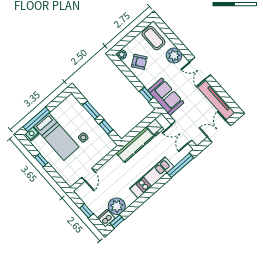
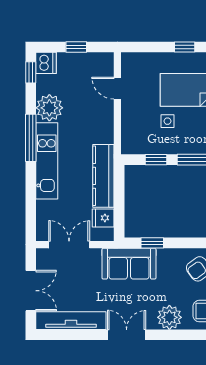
window: (180, 165) -> (31, 138), moved
plant: (117, 206) -> (49, 108), moved

